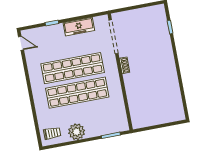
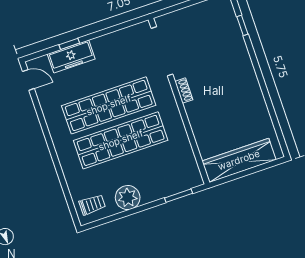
freezer: (79, 27) -> (71, 57), moved
wardrobe: (155, 117) -> (239, 160), added

